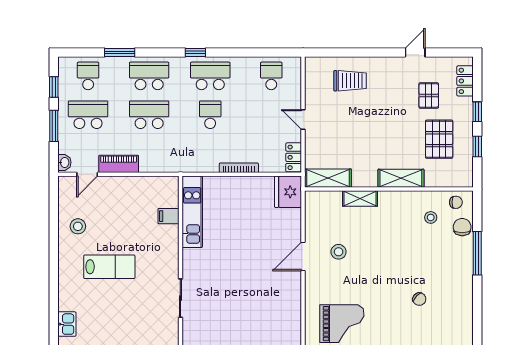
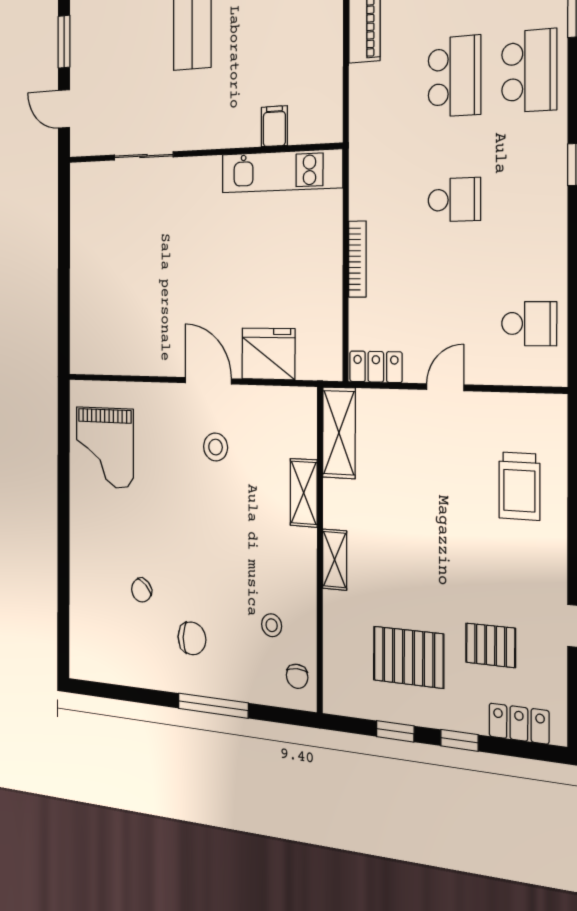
school desk: (210, 76) -> (529, 197), removed
shelving: (401, 178) -> (335, 560), width x0.67, depth x0.75
fridge: (288, 192) -> (268, 354), moved
chair: (462, 227) -> (192, 638), moved

